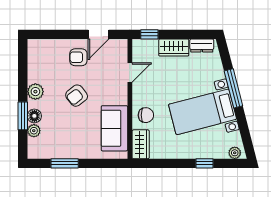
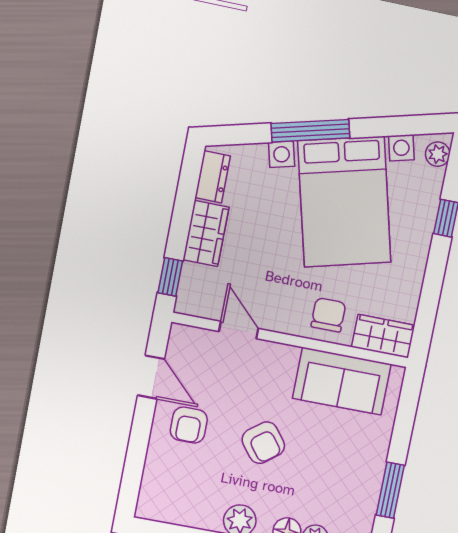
bed with nightstands: (203, 112) -> (344, 202), width x1.36

